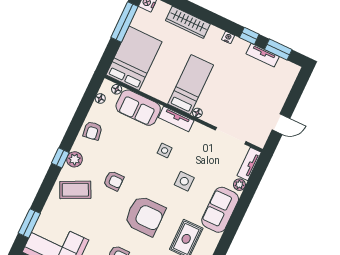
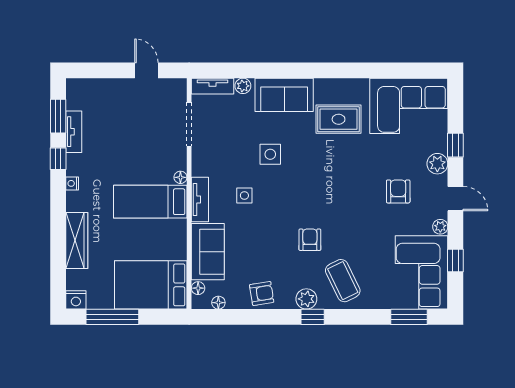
armchair: (145, 216) -> (334, 182), removed

